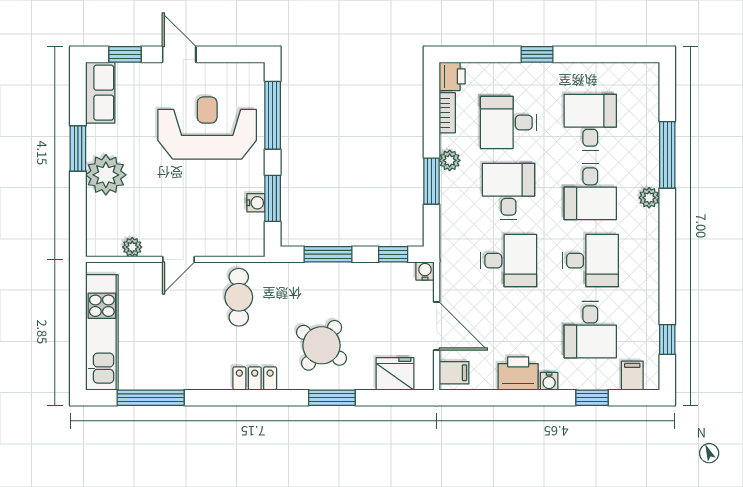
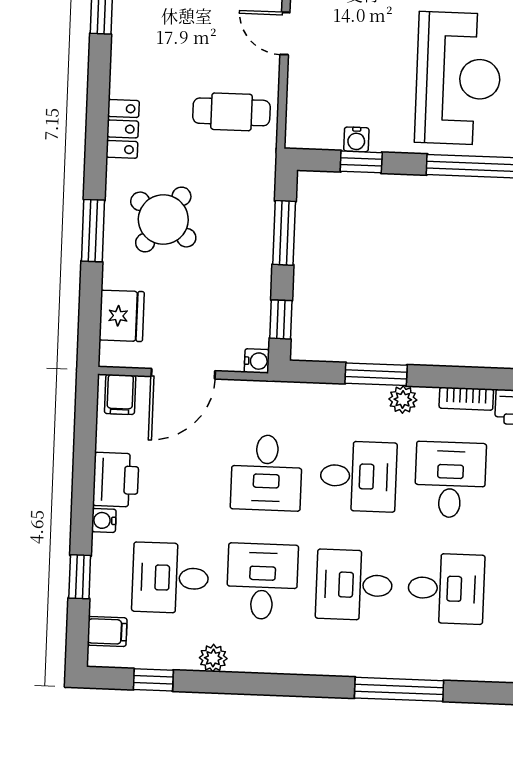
window: (273, 198) -> (361, 162), width x0.67
plant: (649, 198) -> (213, 658), moved
desk: (590, 261) -> (262, 581), turned 180

